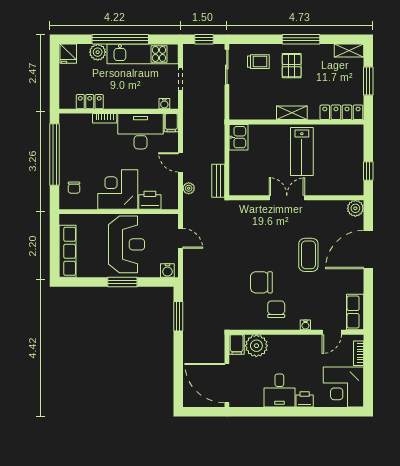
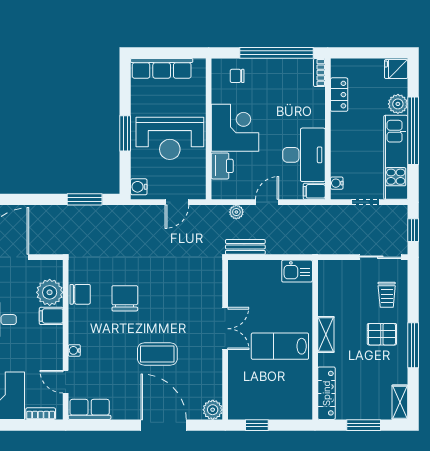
bookcase: (105, 118) -> (319, 73), moved
chair: (276, 309) -> (80, 294), moved
filing cabinet: (237, 344) -> (51, 316), moved

